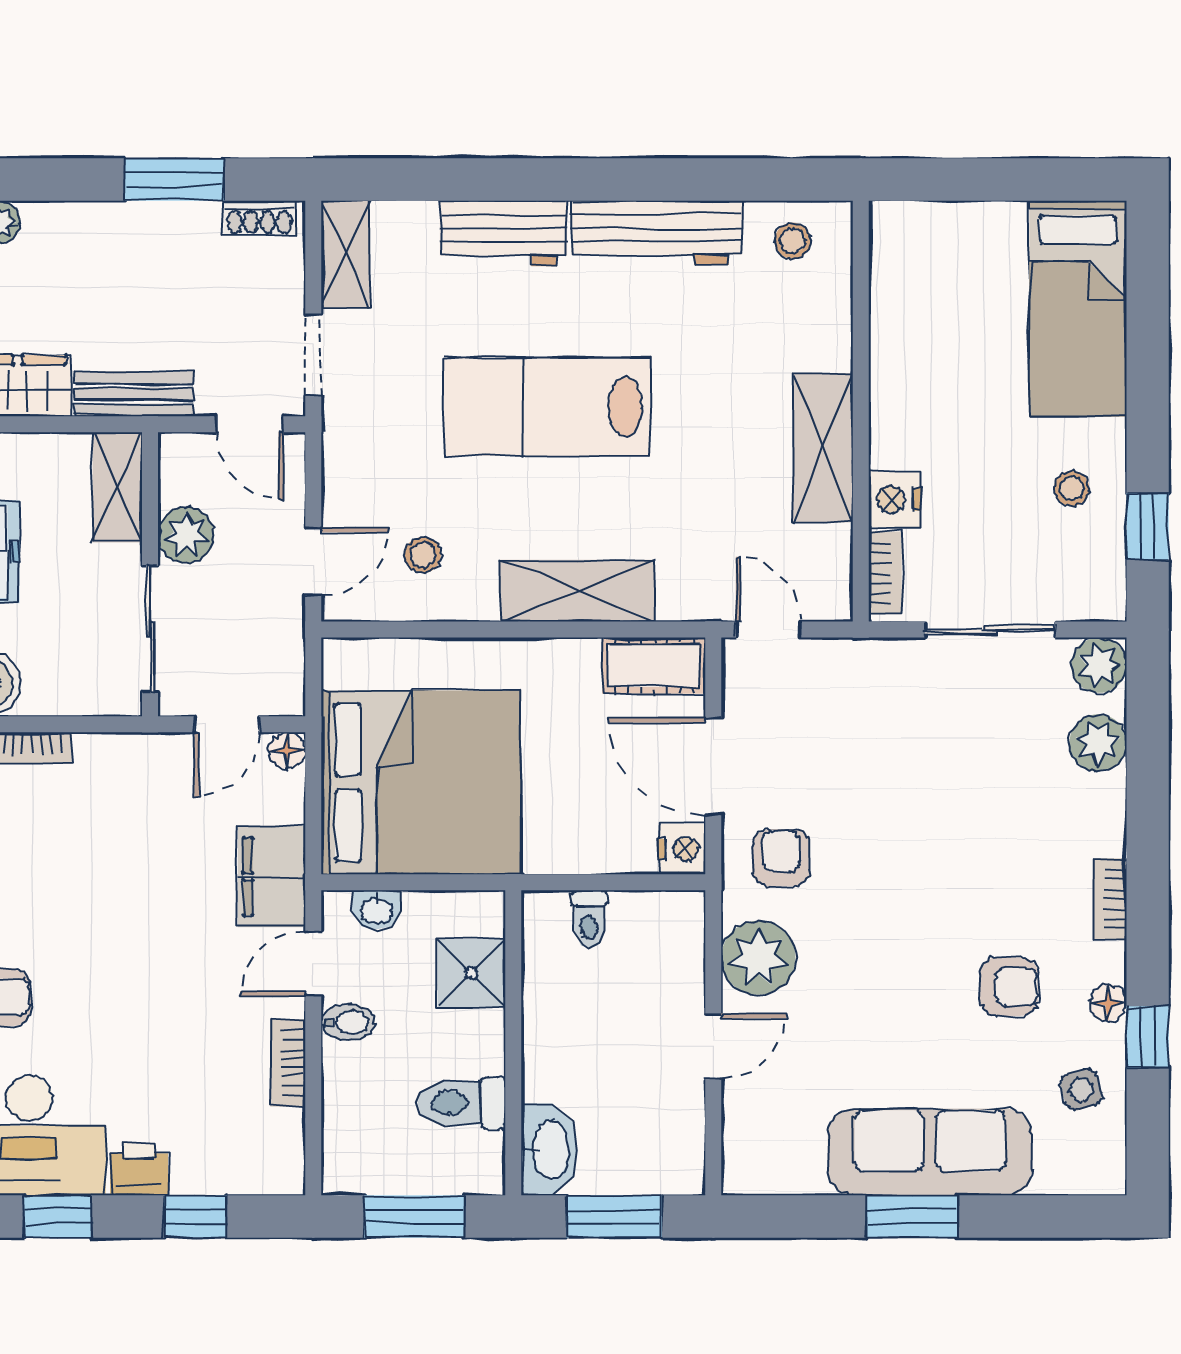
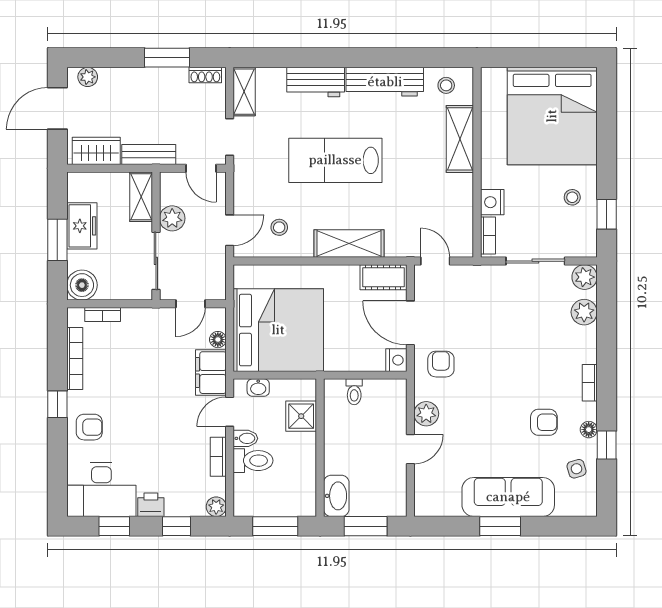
bed: (1078, 309) -> (552, 116), width x2.04
shelving: (823, 448) -> (460, 139), moved
floor lamp: (287, 751) -> (218, 340), moved
plant: (758, 958) -> (426, 414), width x0.73, depth x0.73
toilet: (462, 1103) -> (253, 461), moved, turned 180
plant: (283, 1174) -> (216, 507), added

